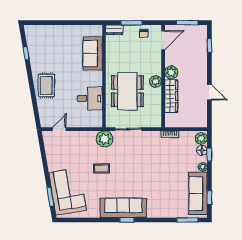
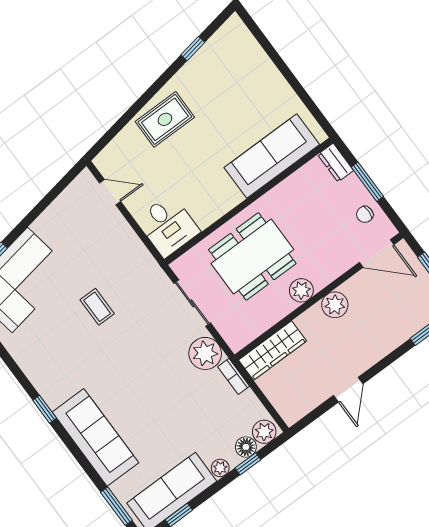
sofa: (93, 53) -> (272, 156), width x1.36
wardrobe: (171, 96) -> (272, 351), moved
desk: (90, 98) -> (168, 226), moved
plant: (105, 139) -> (205, 353), moved
sofa: (123, 208) -> (95, 437), moved

